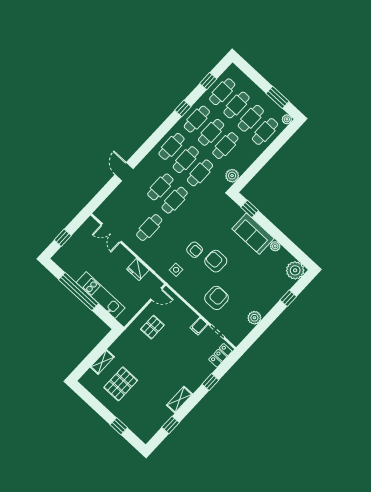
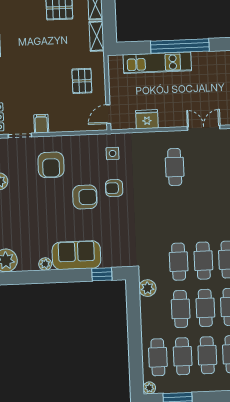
cafe table: (160, 187) -> (201, 213), removed
cafe table: (175, 200) -> (177, 214), removed
shelving: (119, 344) -> (97, 36), added

